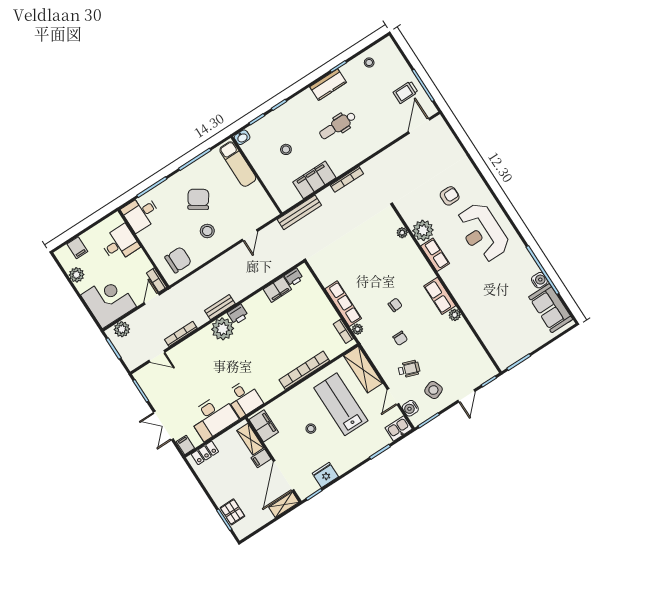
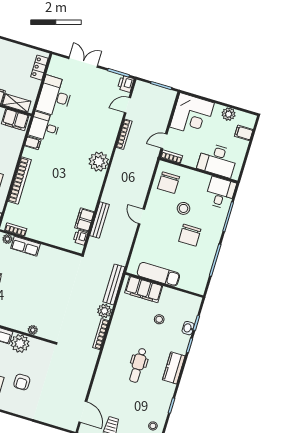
kitchen counter: (328, 85) -> (174, 368), moved
dental chair: (338, 125) -> (138, 365), turned 180
washbasin: (242, 137) -> (188, 328), moved
exam couch: (238, 164) -> (158, 274), moved
filing cabinet: (314, 180) -> (144, 289), moved, turned 90
chair: (198, 199) -> (190, 235), turned 56
stool: (207, 231) -> (183, 208), moved
door: (250, 235) -> (141, 217), moved
desk: (120, 243) -> (217, 160), width x1.37
door: (152, 299) -> (164, 141), swing flipped
row of seats: (343, 304) -> (25, 246), width x0.68
bench: (220, 307) -> (100, 220), moved, width x1.36
printer: (238, 314) -> (126, 84), moved
plant: (122, 329) -> (104, 311), moved
filing cabinet: (185, 445) -> (33, 143), moved

